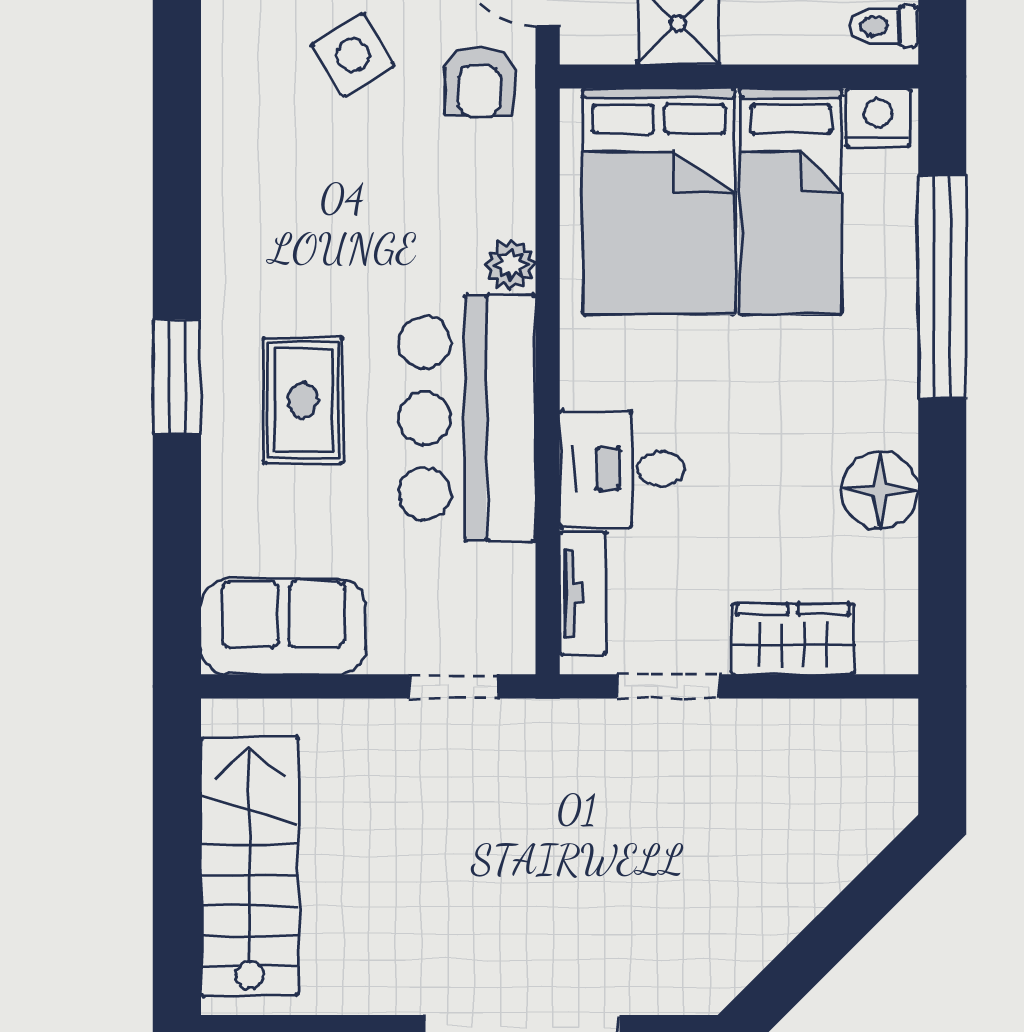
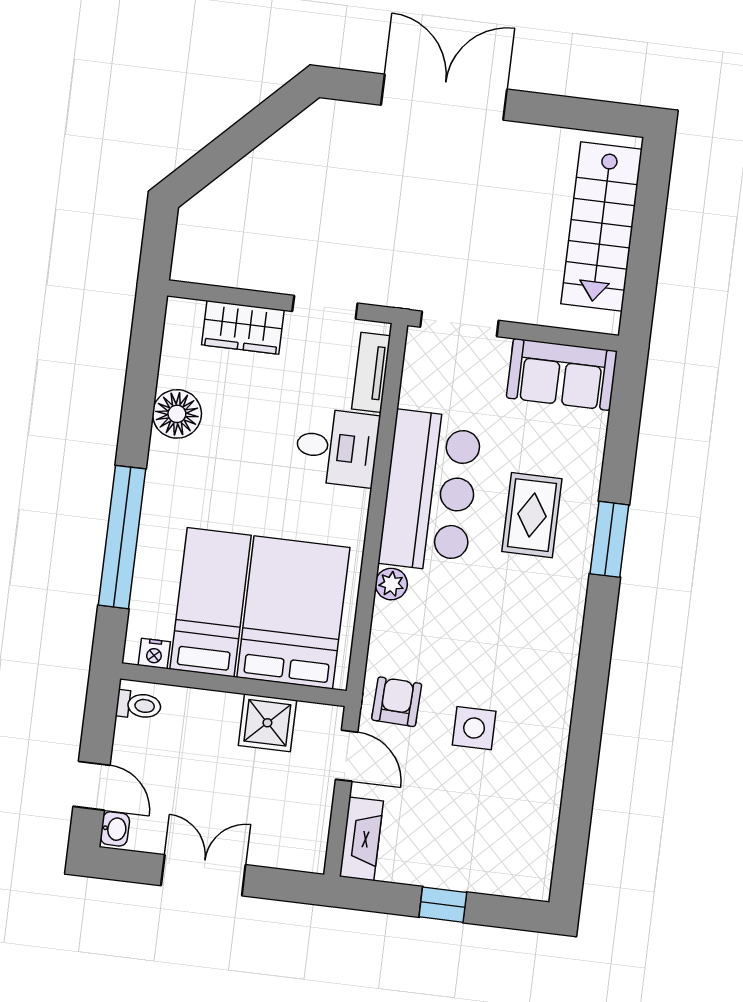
side table: (353, 55) -> (474, 728), turned 31
nightstand: (878, 118) -> (154, 654), width x0.72, depth x0.74
doorway: (454, 686) -> (459, 324), width x1.38

